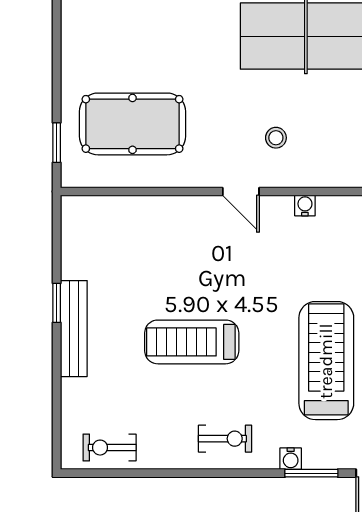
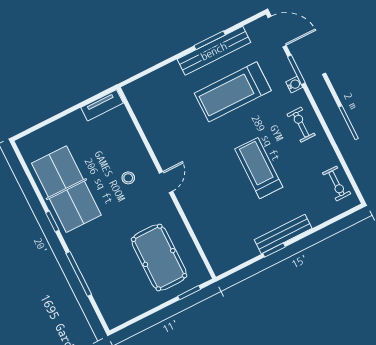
water cooler: (305, 206) -> (156, 144), removed
treadmill: (192, 342) -> (259, 168), turned 180

